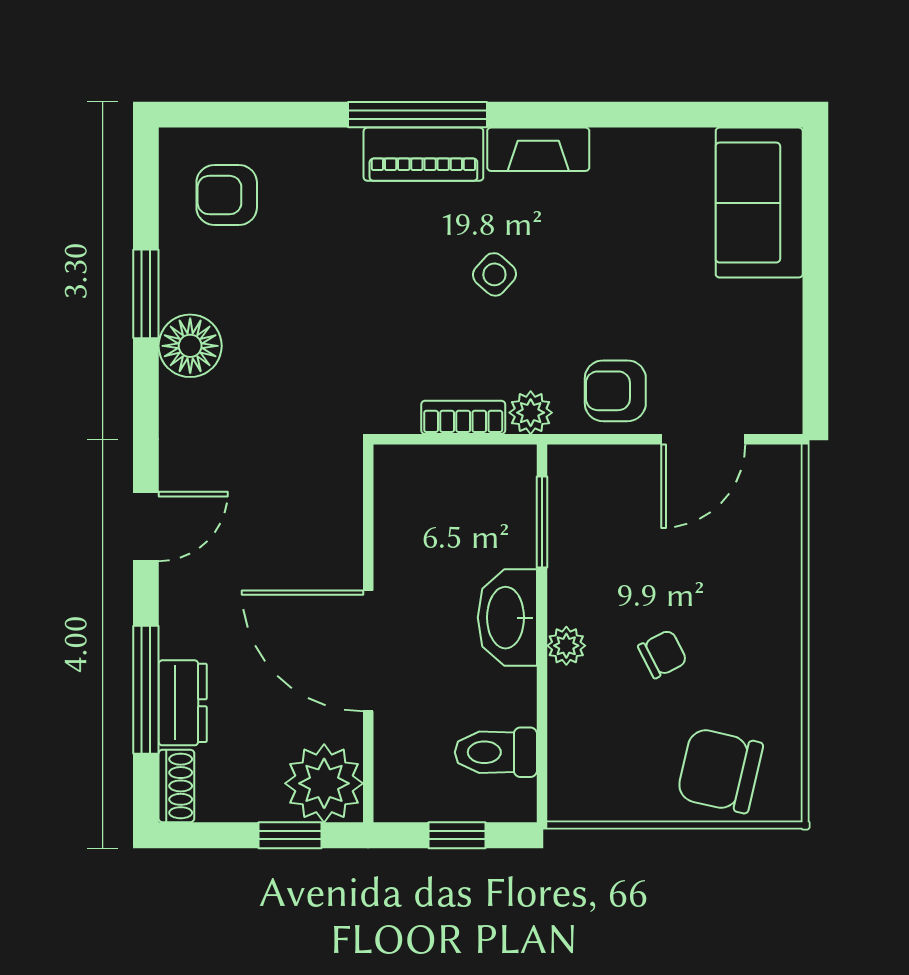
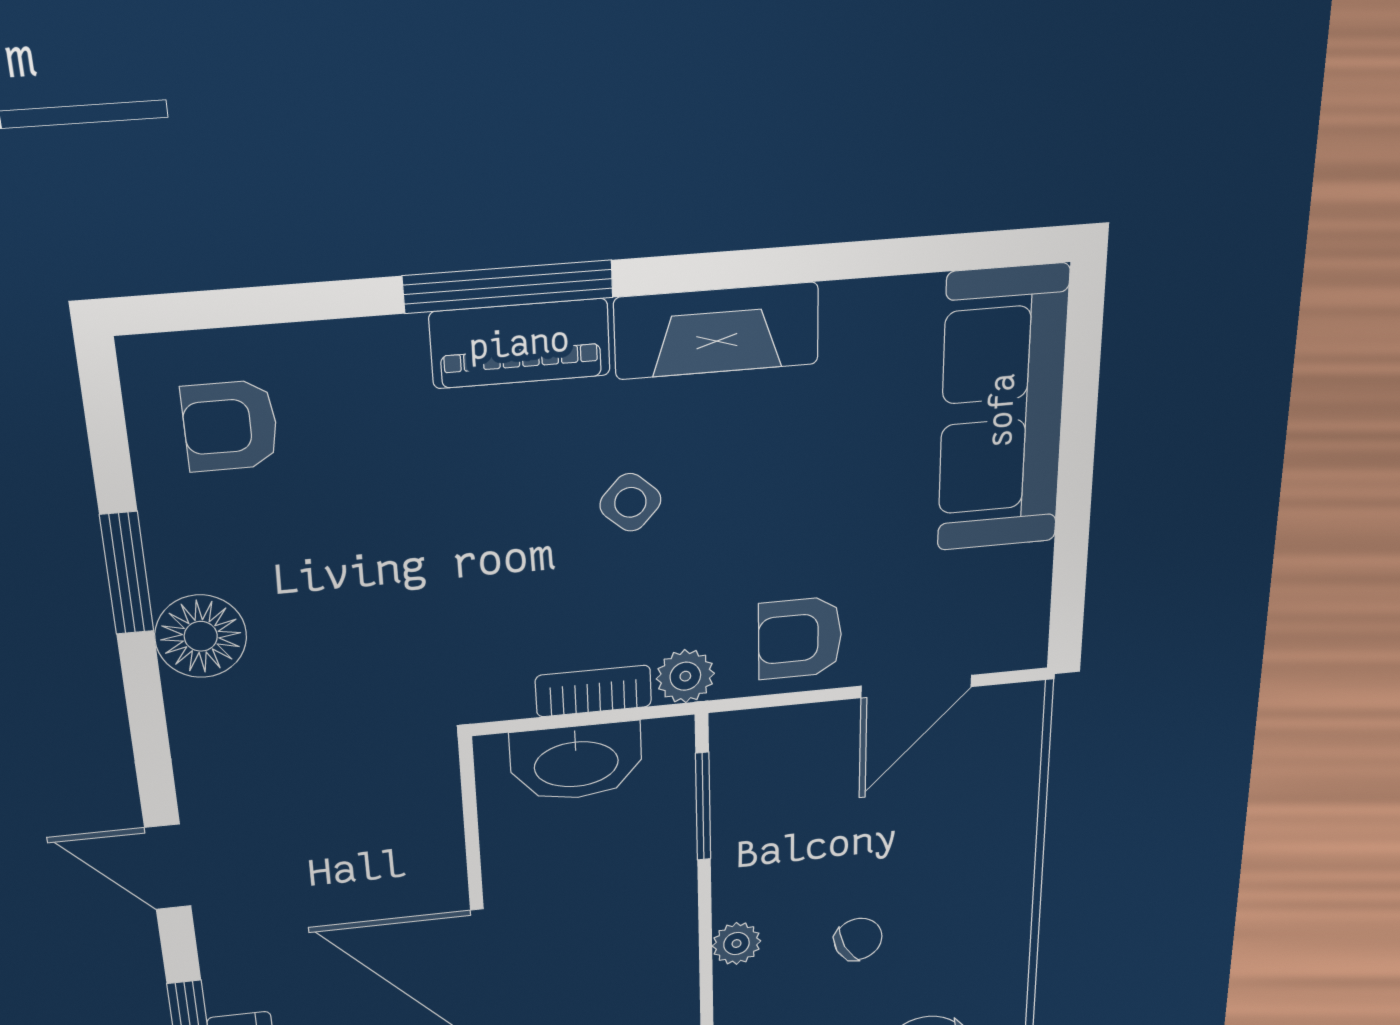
fireplace: (538, 149) -> (717, 331), width x1.37, depth x1.32
sofa: (759, 203) -> (1002, 410), width x1.36
door: (146, 526) -> (168, 867), swing flipped
washbasin: (507, 618) -> (576, 762), moved, turned -90

